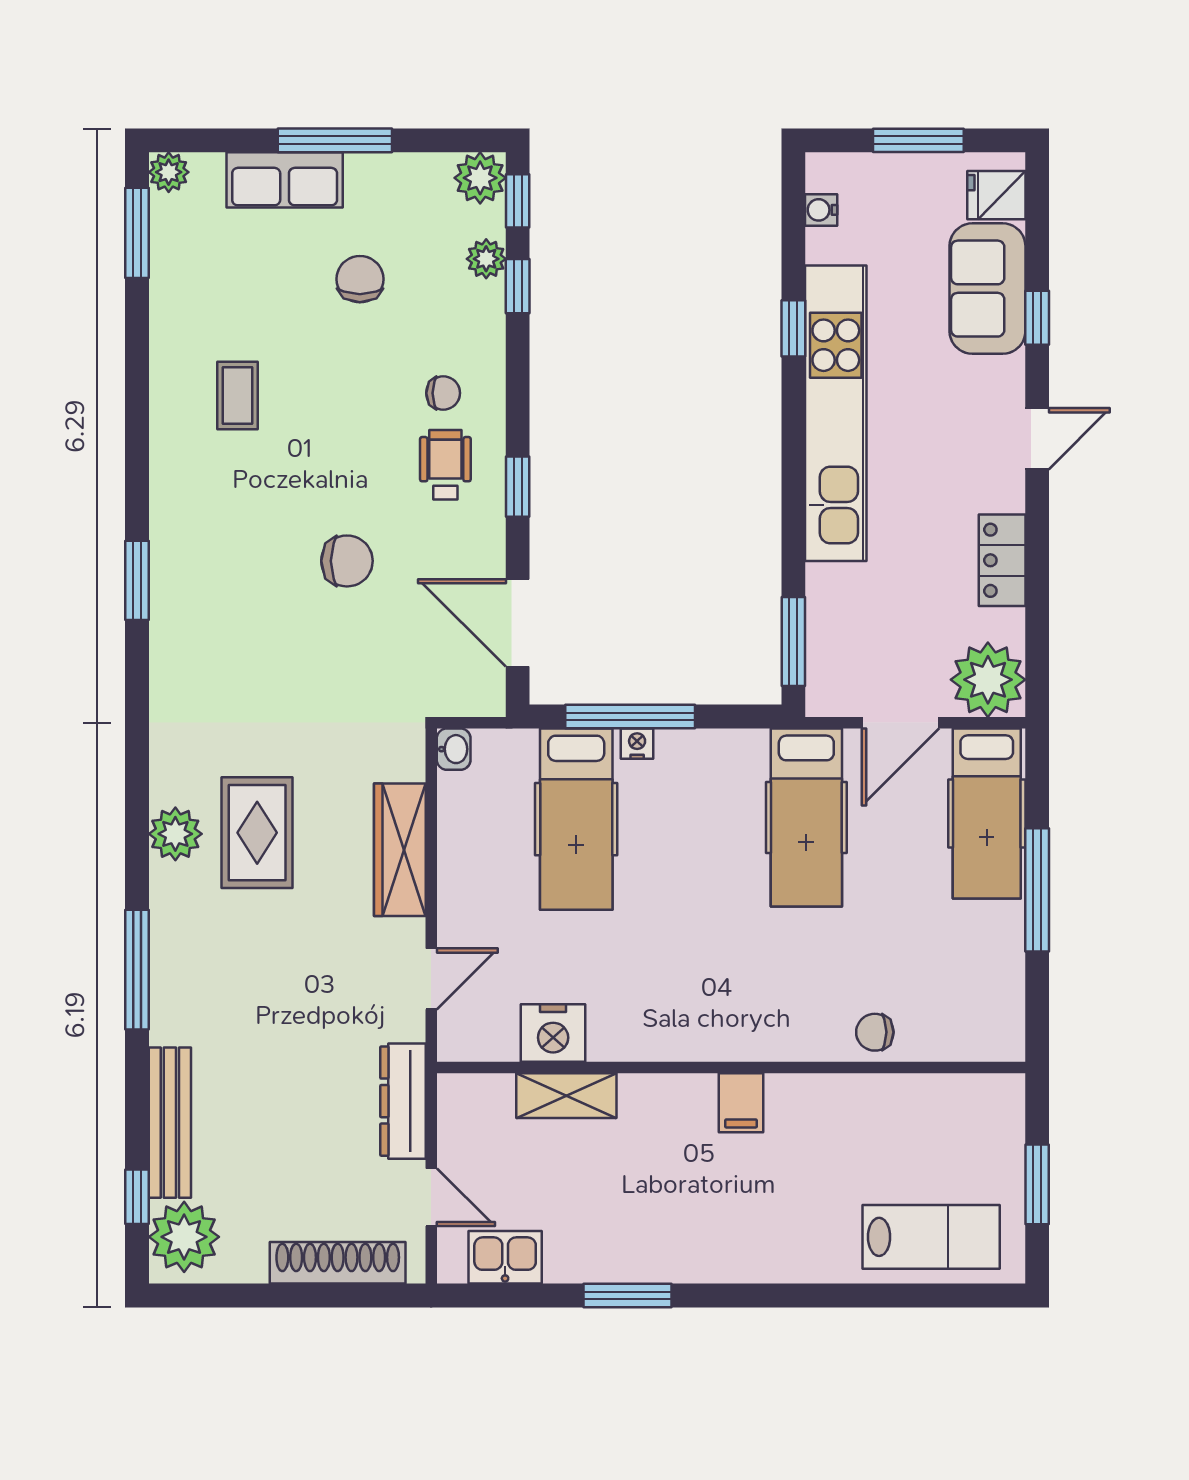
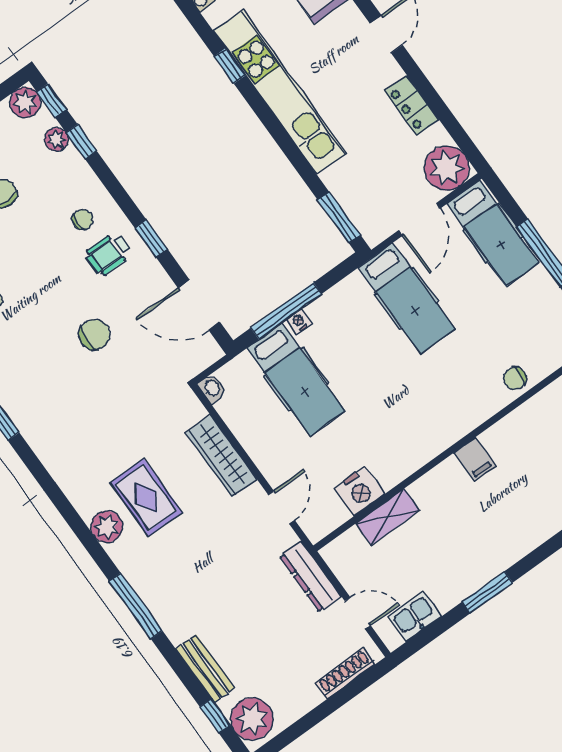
wheelchair: (445, 465) -> (109, 253), turned -90
bench: (170, 1123) -> (205, 668), width x0.73
shoe rack: (338, 1263) -> (345, 673), width x0.74, depth x0.81

